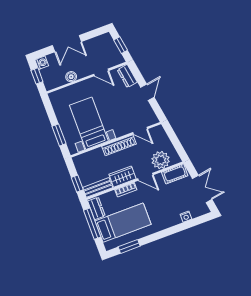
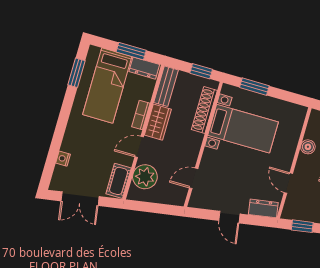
door: (101, 72) -> (288, 183), hinge flipped
shoe rack: (119, 145) -> (204, 110), moved
window: (77, 184) -> (201, 71), moved
window: (92, 224) -> (131, 51), width x0.69

